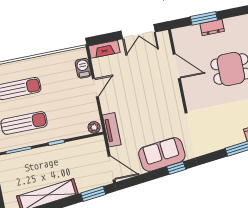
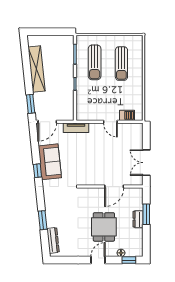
fireplace: (104, 49) -> (138, 134), removed
plant: (94, 127) -> (81, 115), removed

